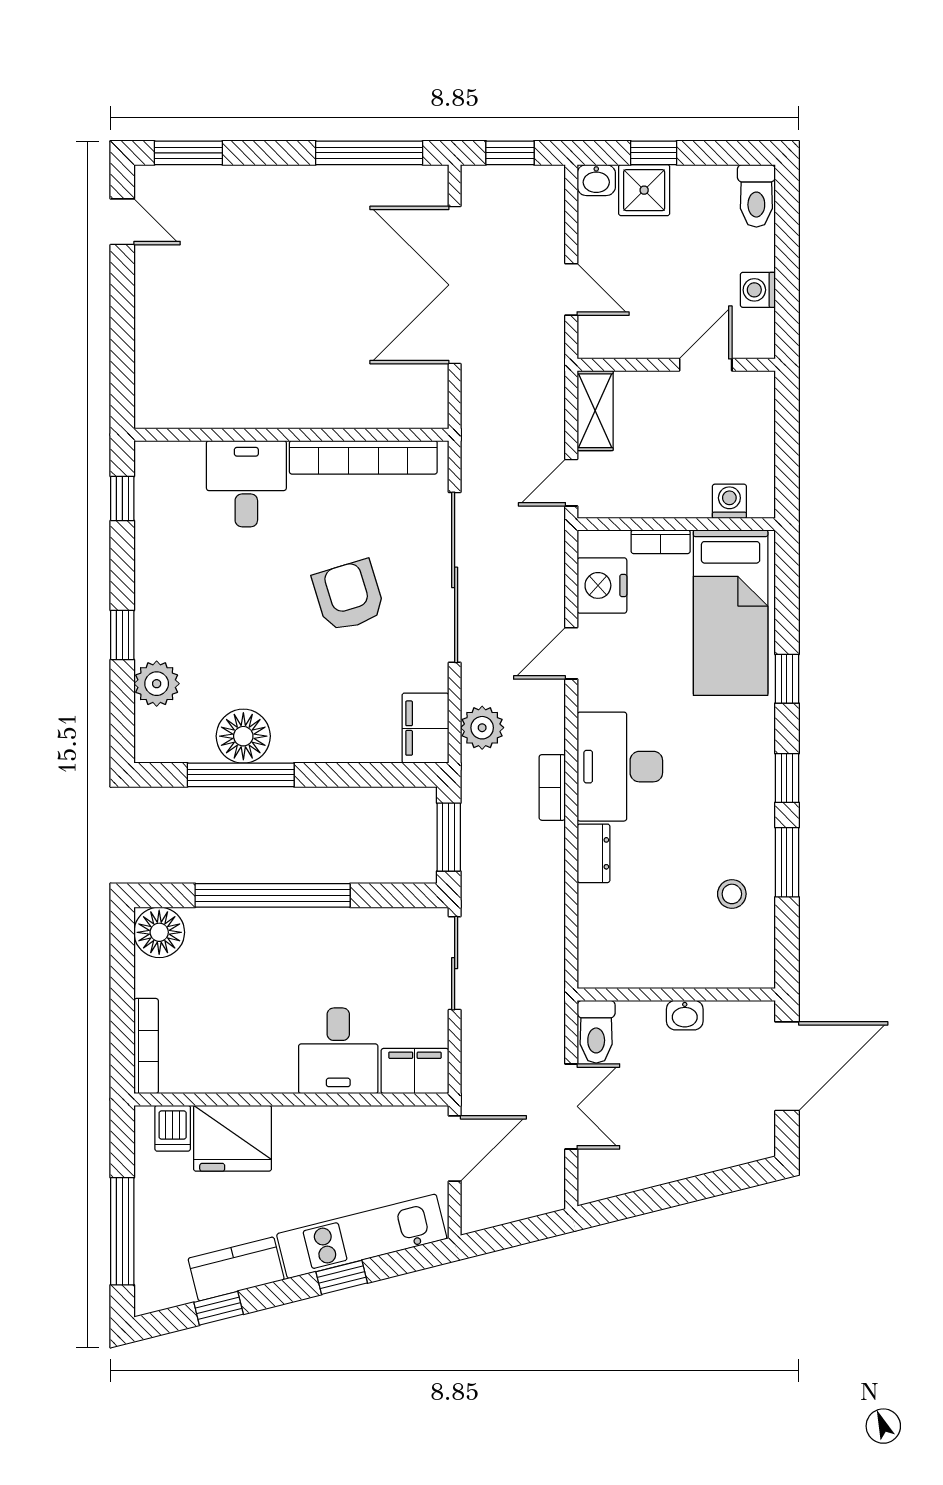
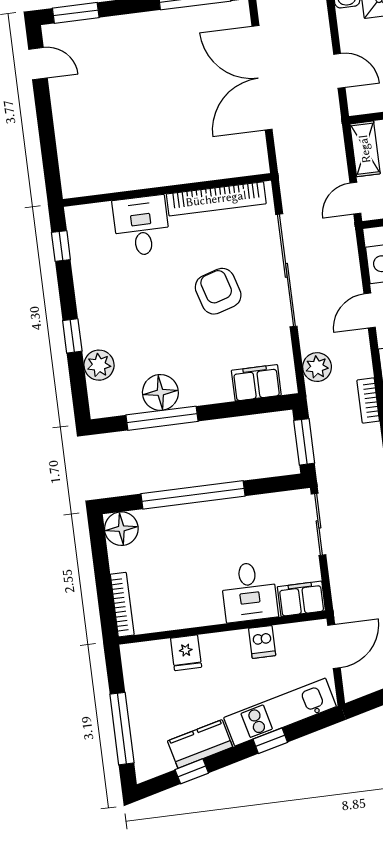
filing cabinet: (425, 728) -> (256, 383), moved, turned 90
dishwasher: (173, 1128) -> (262, 642), moved
fridge: (232, 1138) -> (186, 653), width x0.53, depth x0.75

